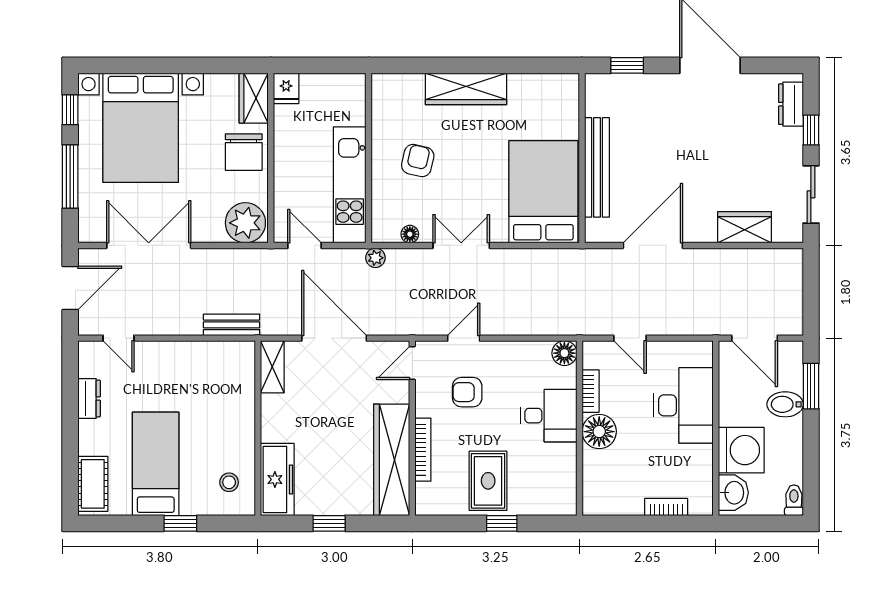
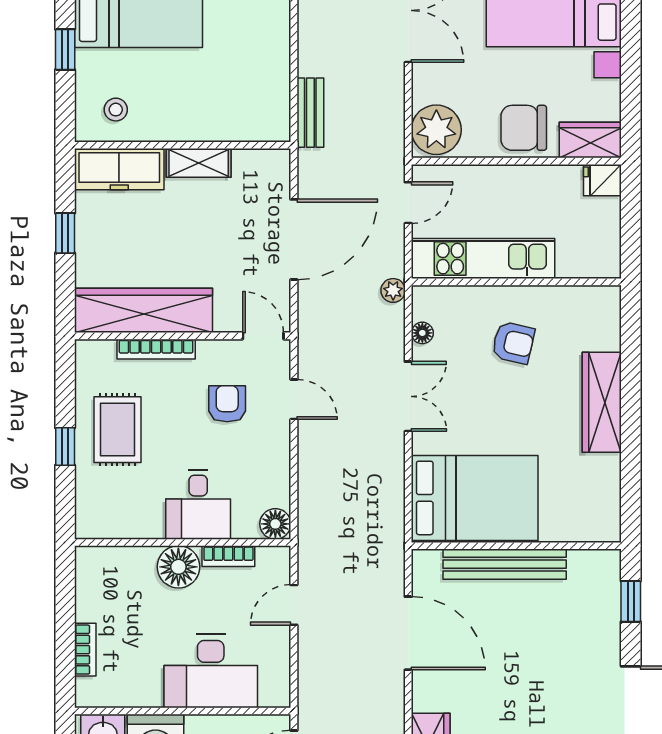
shelving: (272, 367) -> (199, 163), moved
rug: (488, 481) -> (117, 430), turned 90

